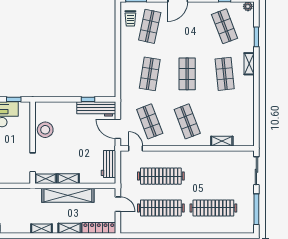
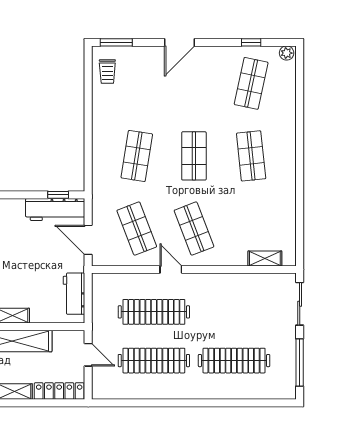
shop shelf: (150, 26) -> (137, 83), removed
shop shelf: (225, 26) -> (251, 83), turned 33
window: (256, 37) -> (300, 100), removed
shelving: (249, 64) -> (289, 140), removed
window: (88, 99) -> (58, 195), moved
shelving: (222, 141) -> (265, 258), moved
door: (136, 148) -> (171, 269), moved

